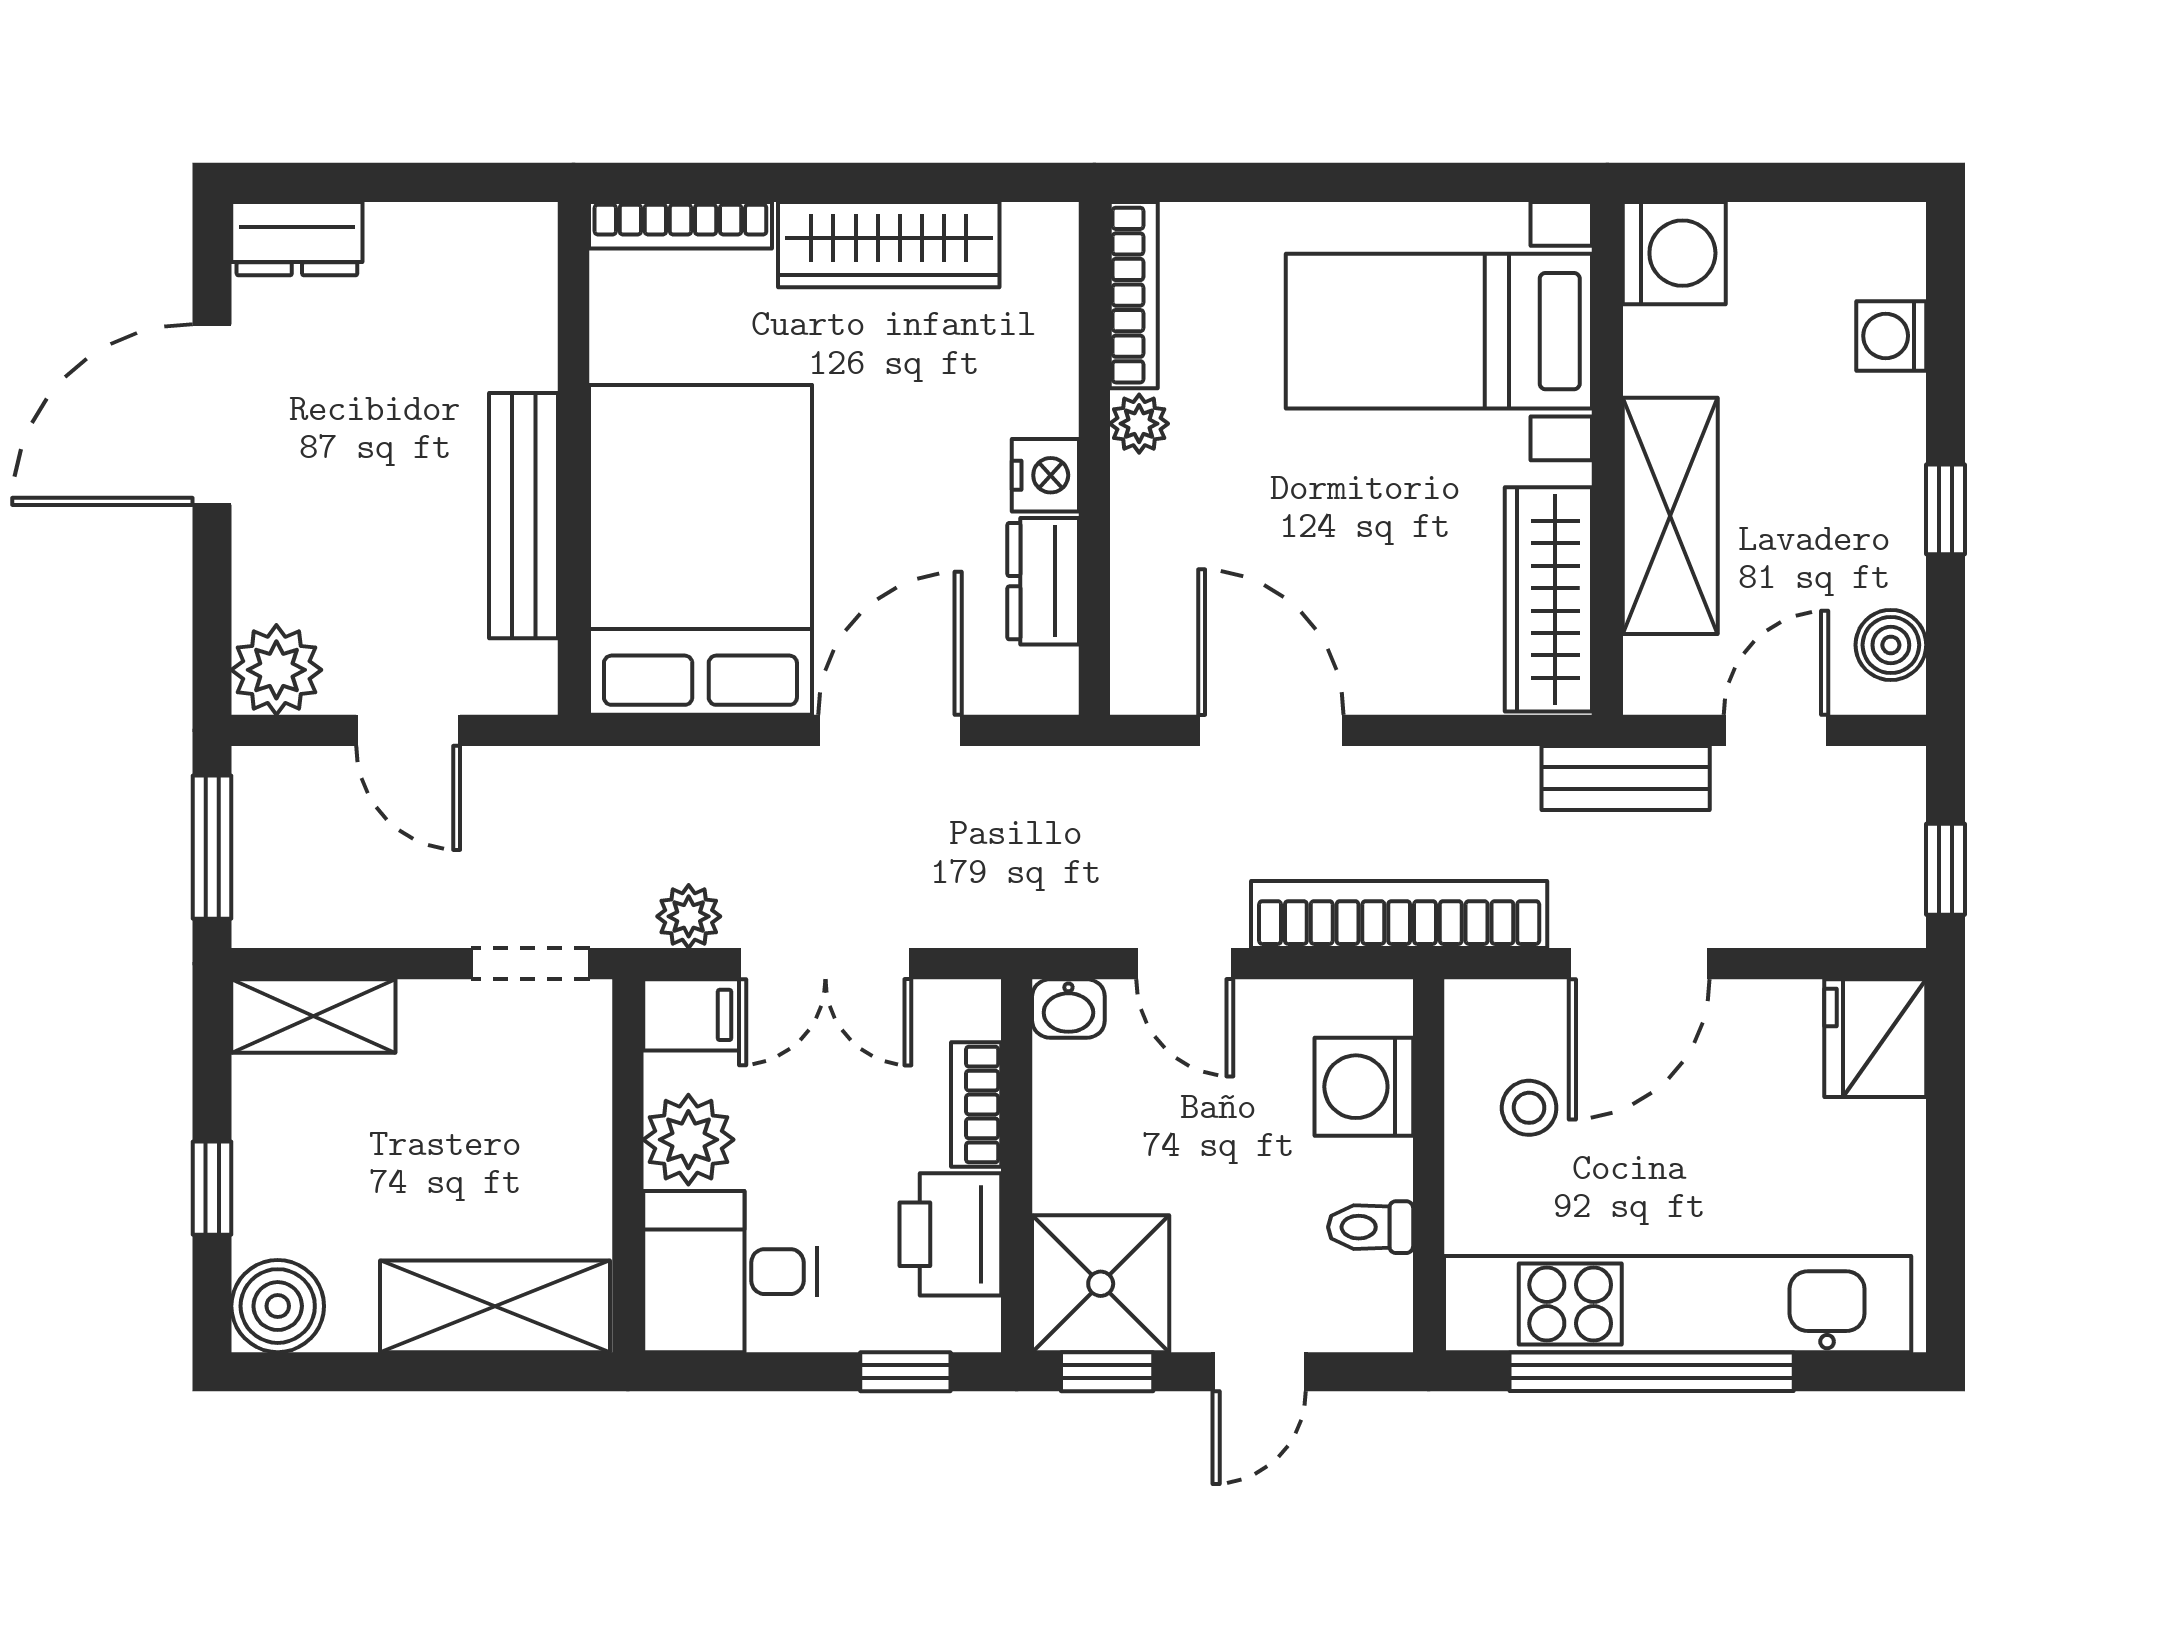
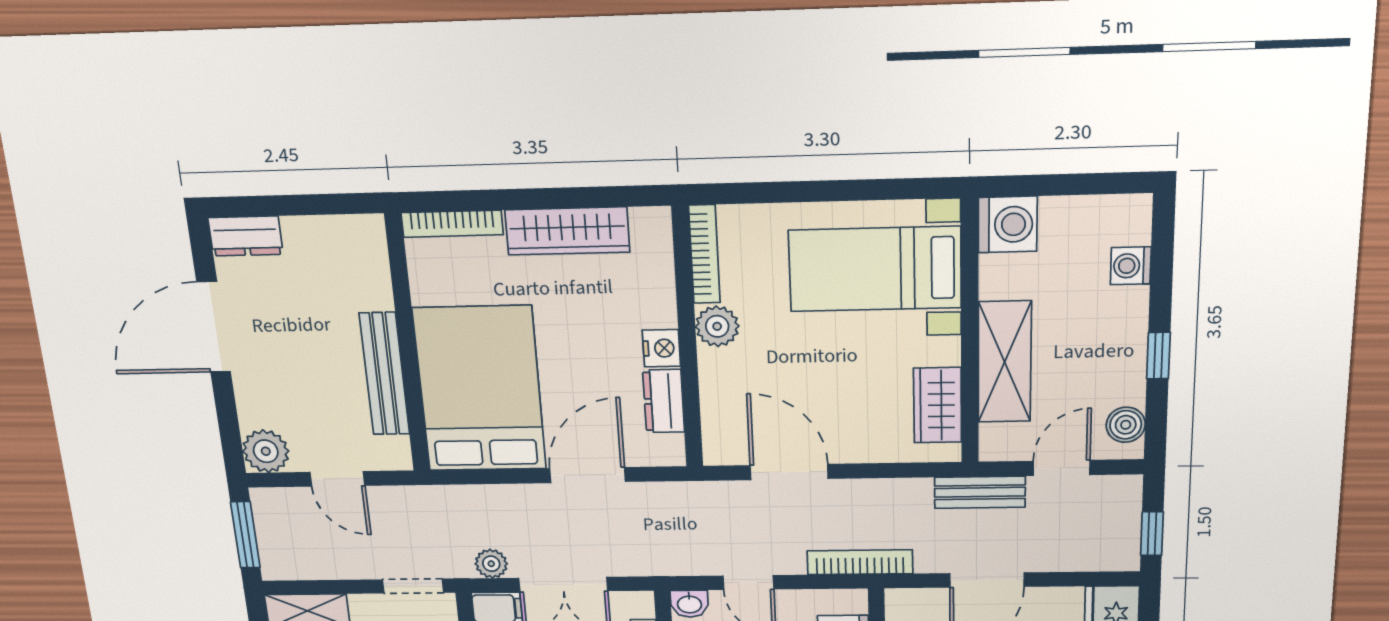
plant: (1139, 424) -> (717, 326), width x1.38, depth x1.38
wardrobe: (1548, 599) -> (938, 405), width x0.67
bookcase: (1399, 914) -> (860, 562), width x0.68, depth x0.76

